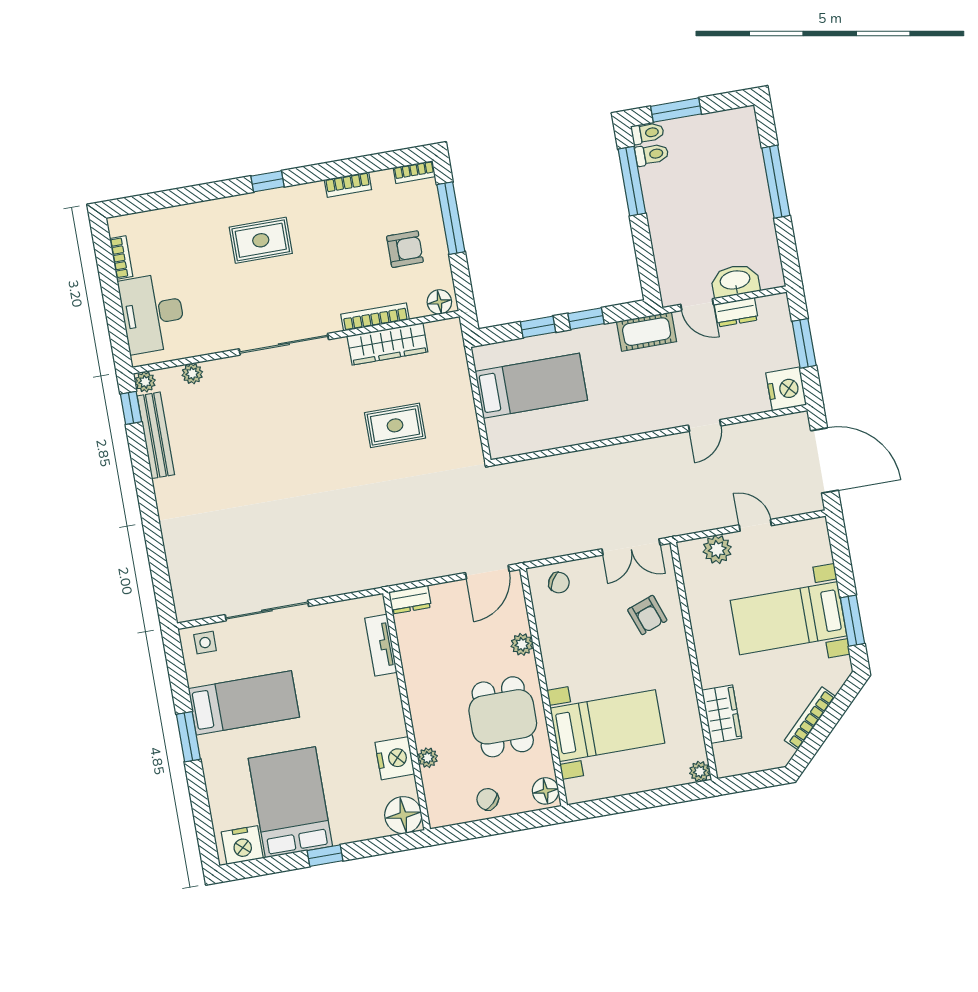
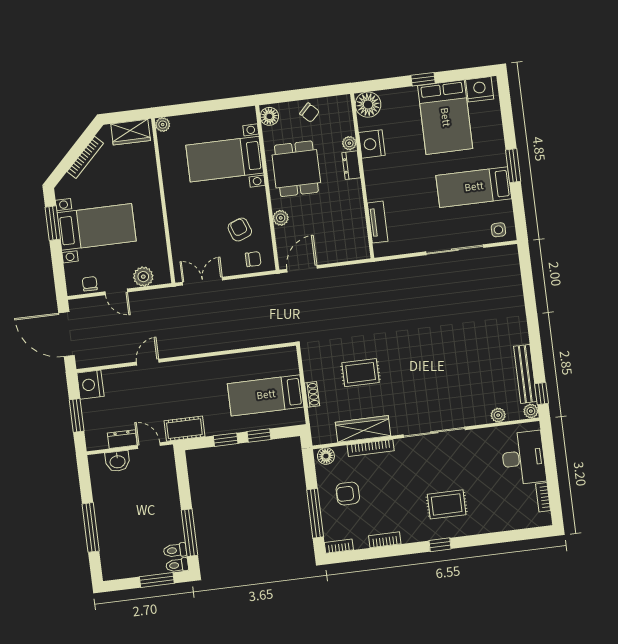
washbasin: (735, 281) -> (117, 461), width x0.72
shoe rack: (464, 390) -> (312, 394), added
chair: (794, 535) -> (90, 284), added
chair: (559, 583) -> (253, 259), turned 150
dresser: (410, 600) -> (351, 165), moved, turned -90
armchair: (647, 615) -> (240, 230), moved
wardrobe: (722, 714) -> (131, 132), moved, turned -90

